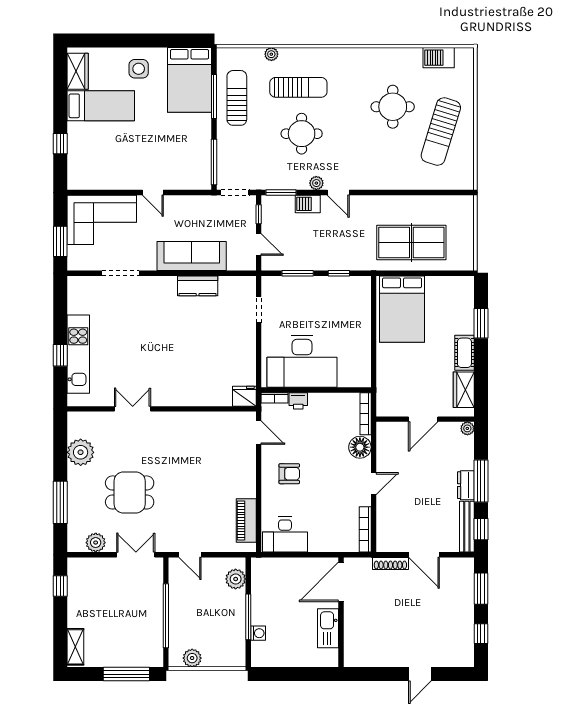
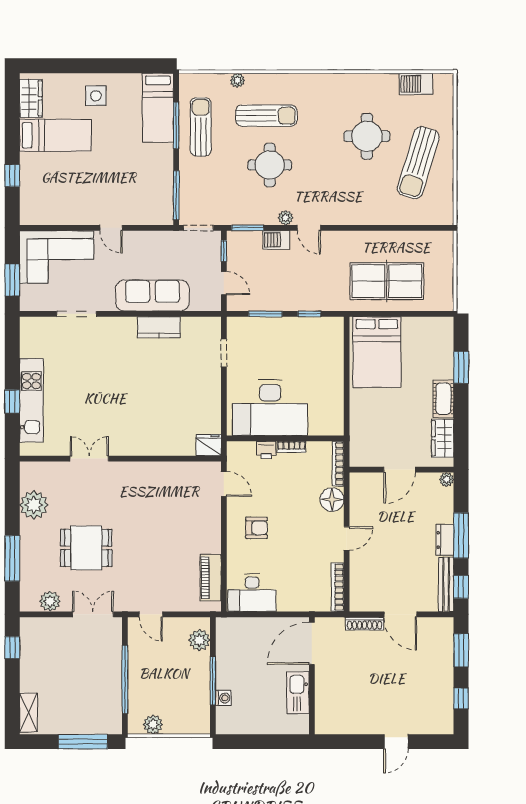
bed: (189, 80) -> (158, 108), width x0.67
bookcase: (274, 398) -> (292, 447), moved

